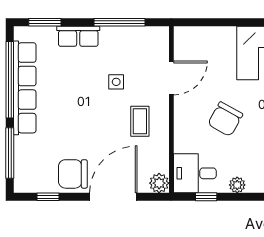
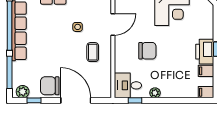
chair: (225, 119) -> (147, 51), turned -119
plant: (159, 183) -> (23, 92), moved
door: (113, 197) -> (76, 100), hinge flipped

